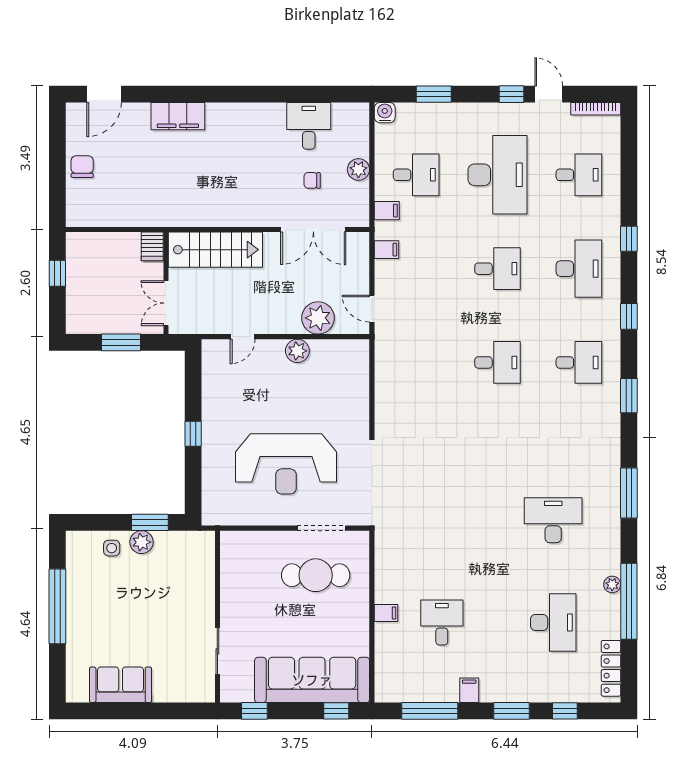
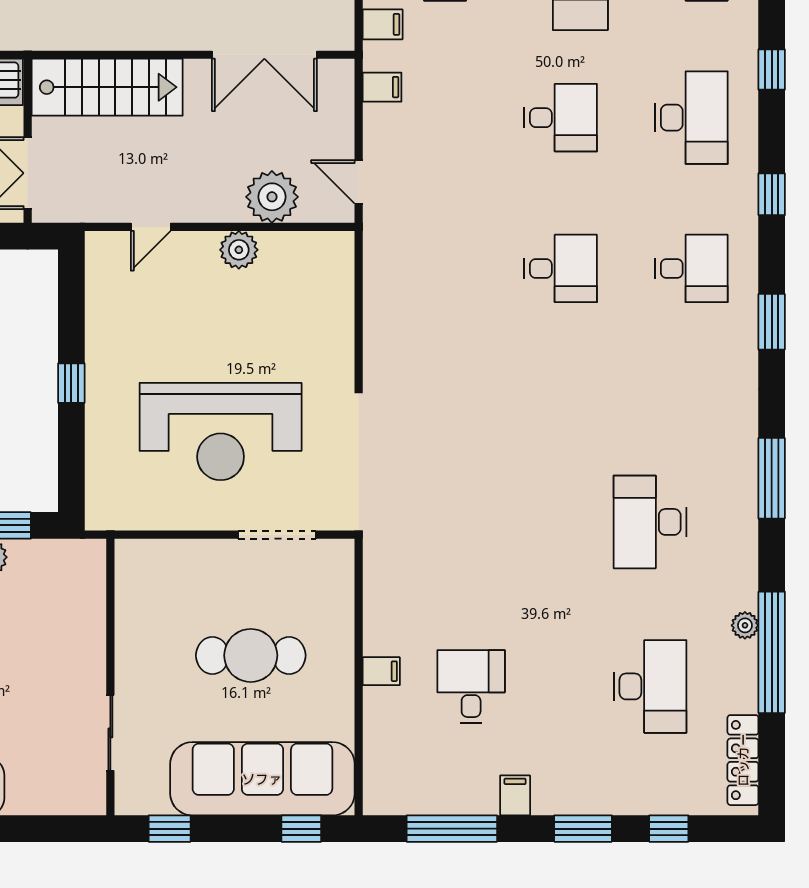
desk: (553, 520) -> (650, 522), turned -90
cafe table: (316, 575) -> (251, 655), moved

